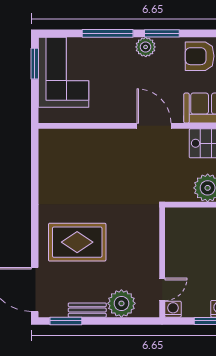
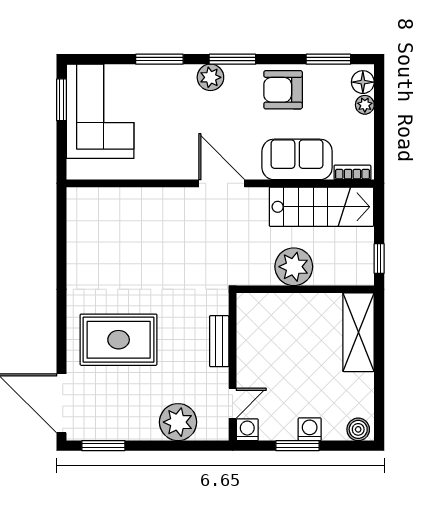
window: (108, 33) -> (159, 59), width x0.69
bench: (87, 310) -> (219, 341), moved, turned 90

